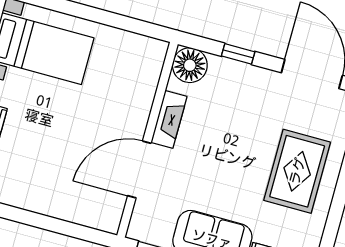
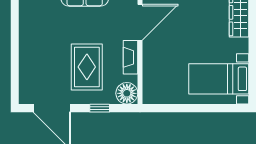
rug: (297, 171) -> (87, 67), moved

